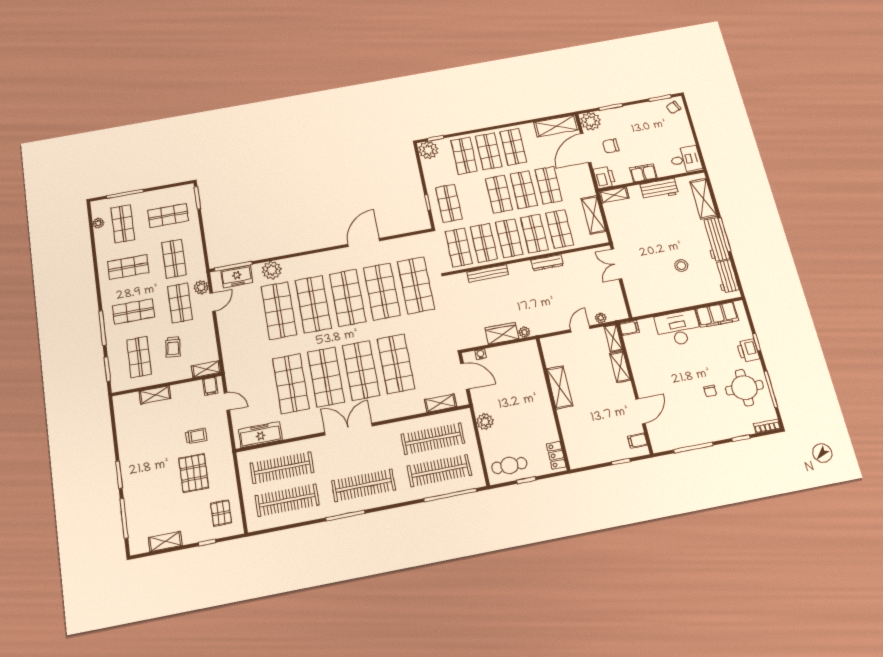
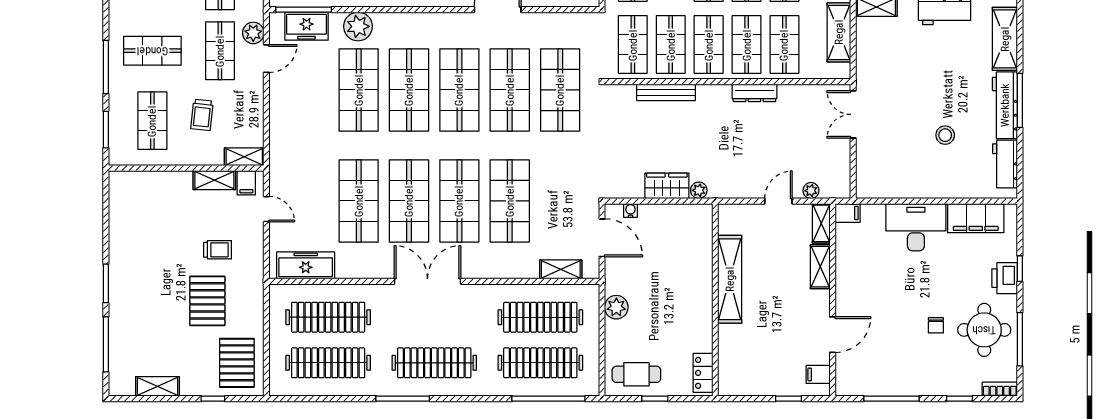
shelving: (560, 387) -> (730, 279), width x1.47
shelving: (155, 395) -> (214, 180), moved
pallet: (221, 513) -> (237, 363), width x1.50, depth x1.42

